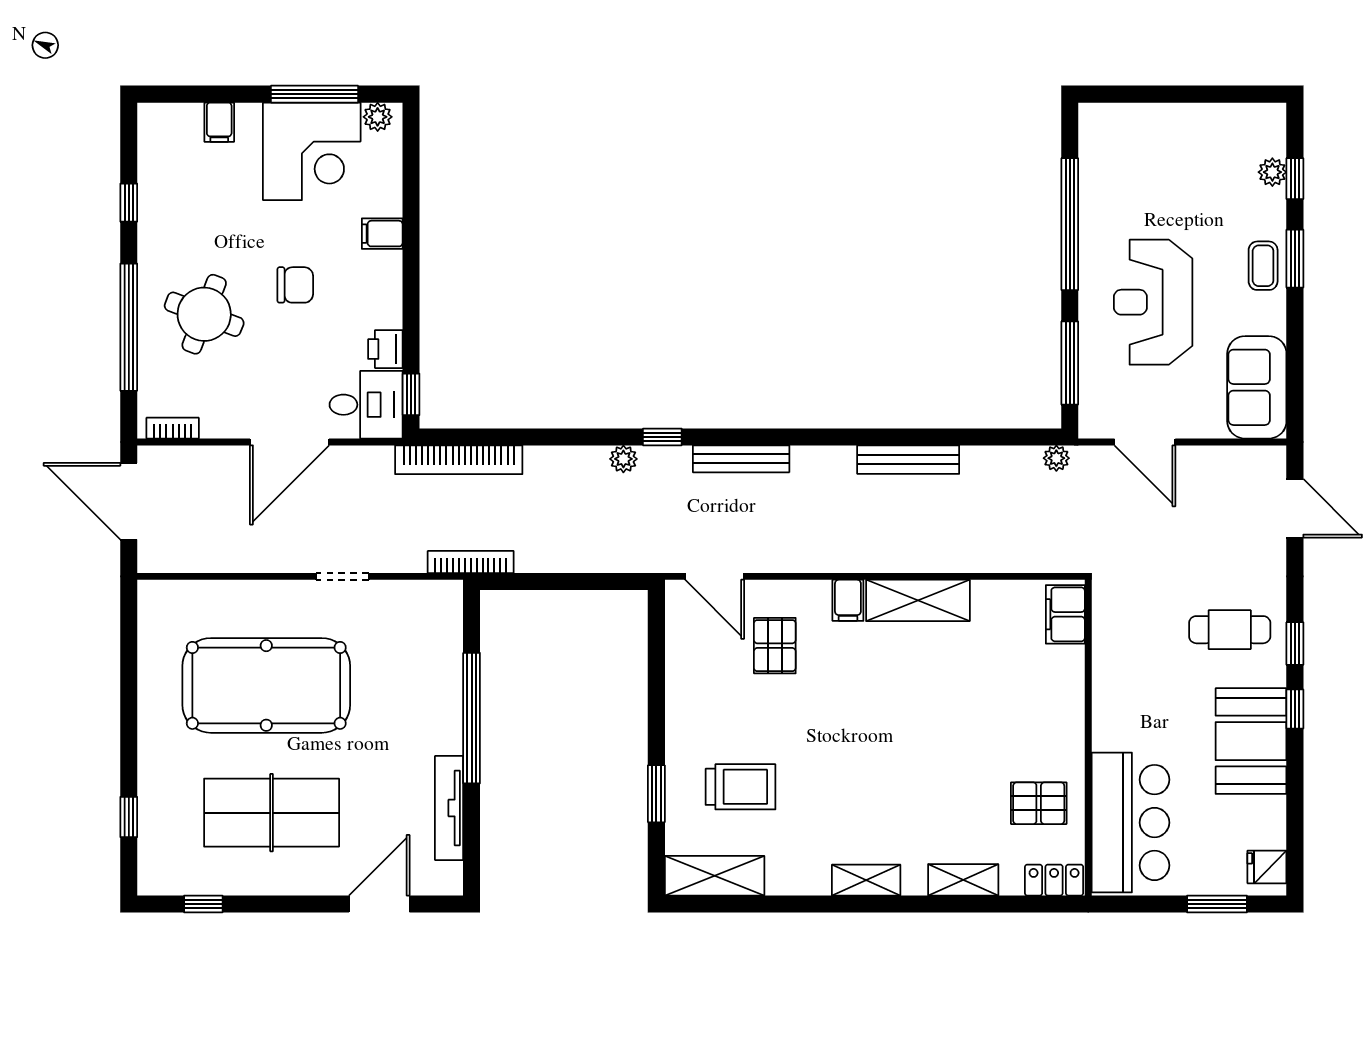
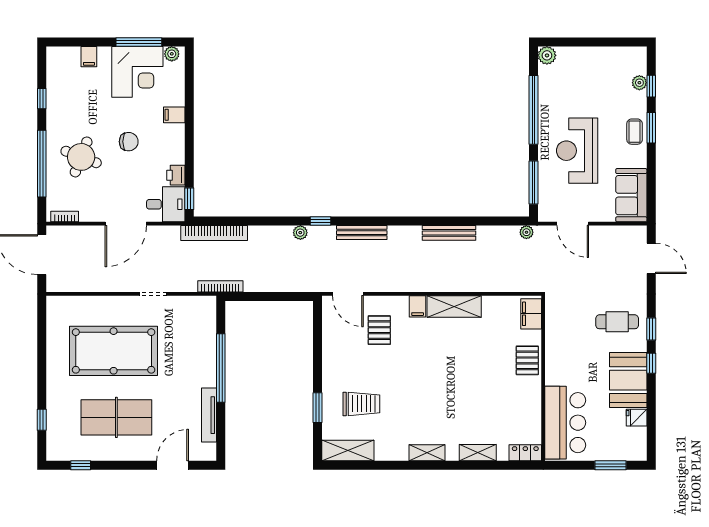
plant: (1096, 120) -> (547, 55), added
pallet: (1039, 803) -> (527, 360), moved, turned 90
fridge: (1267, 867) -> (637, 418), moved

